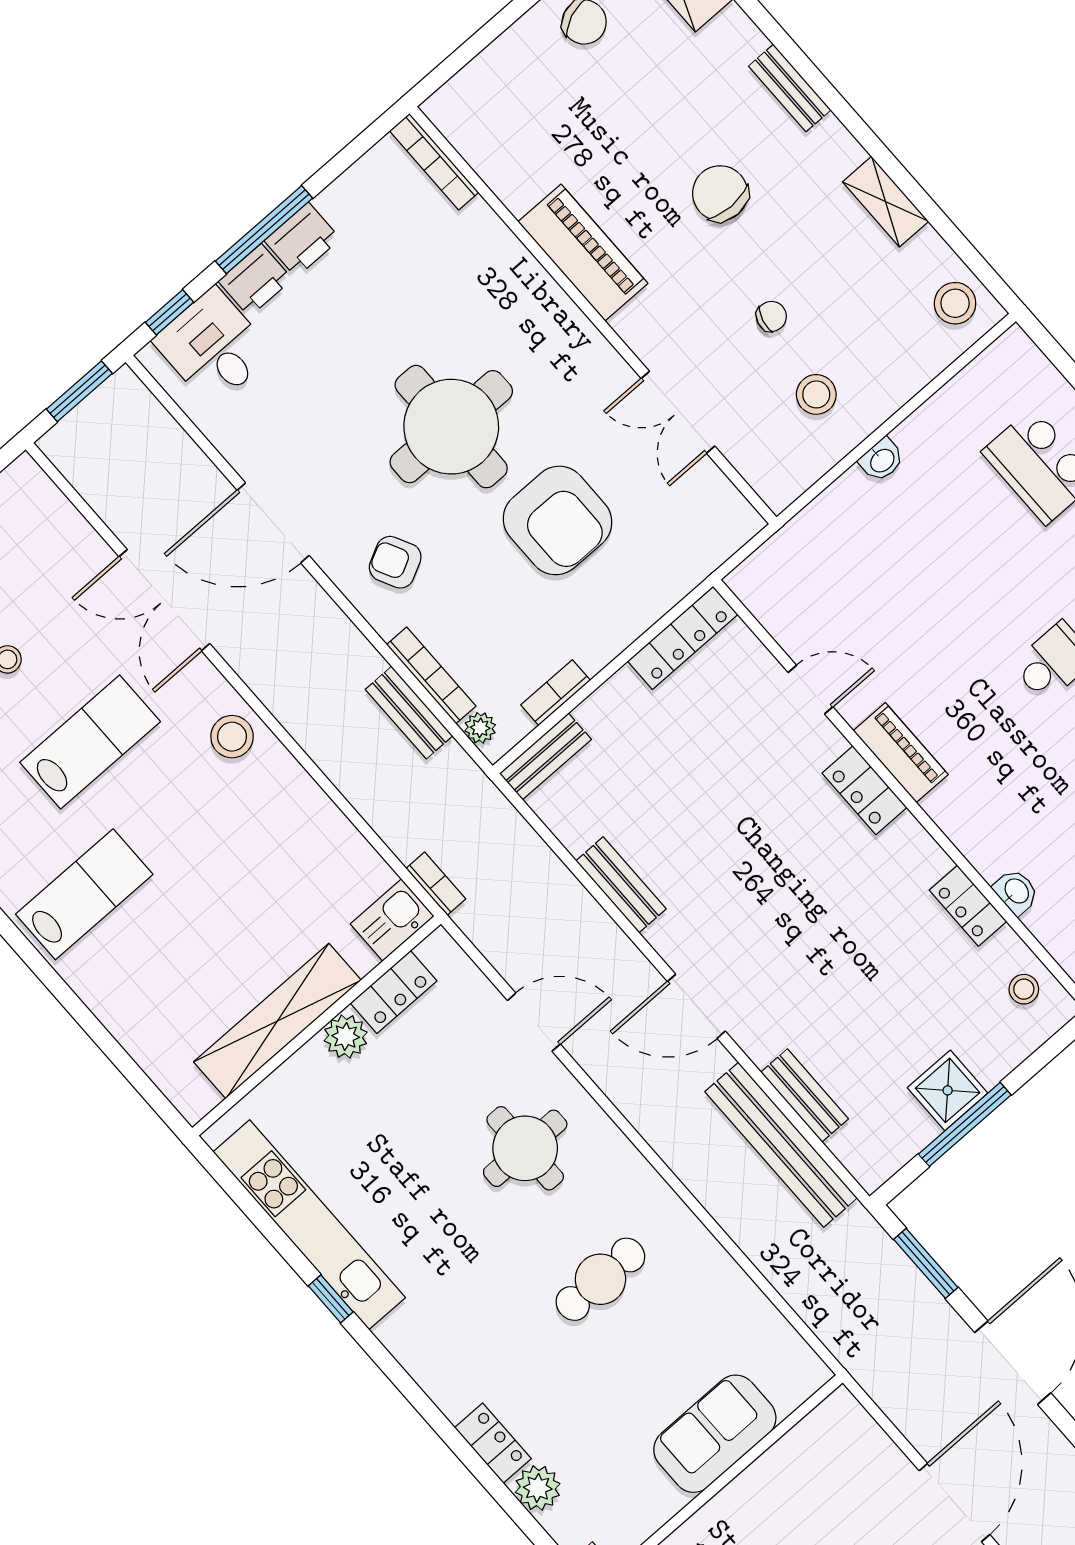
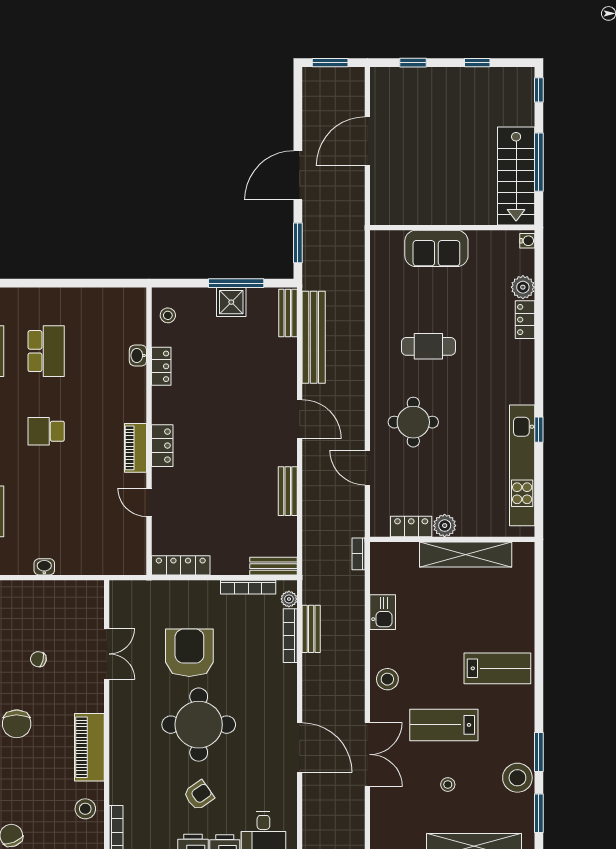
stool: (816, 394) -> (85, 809), moved
armchair: (395, 562) -> (199, 795), moved, turned -98
bookcase: (556, 693) -> (248, 587), width x1.56
lab bench: (84, 894) -> (497, 668), turned 180
kitchen sink: (392, 920) -> (383, 612), moved, turned -90
bench: (805, 1095) -> (288, 313), moved

